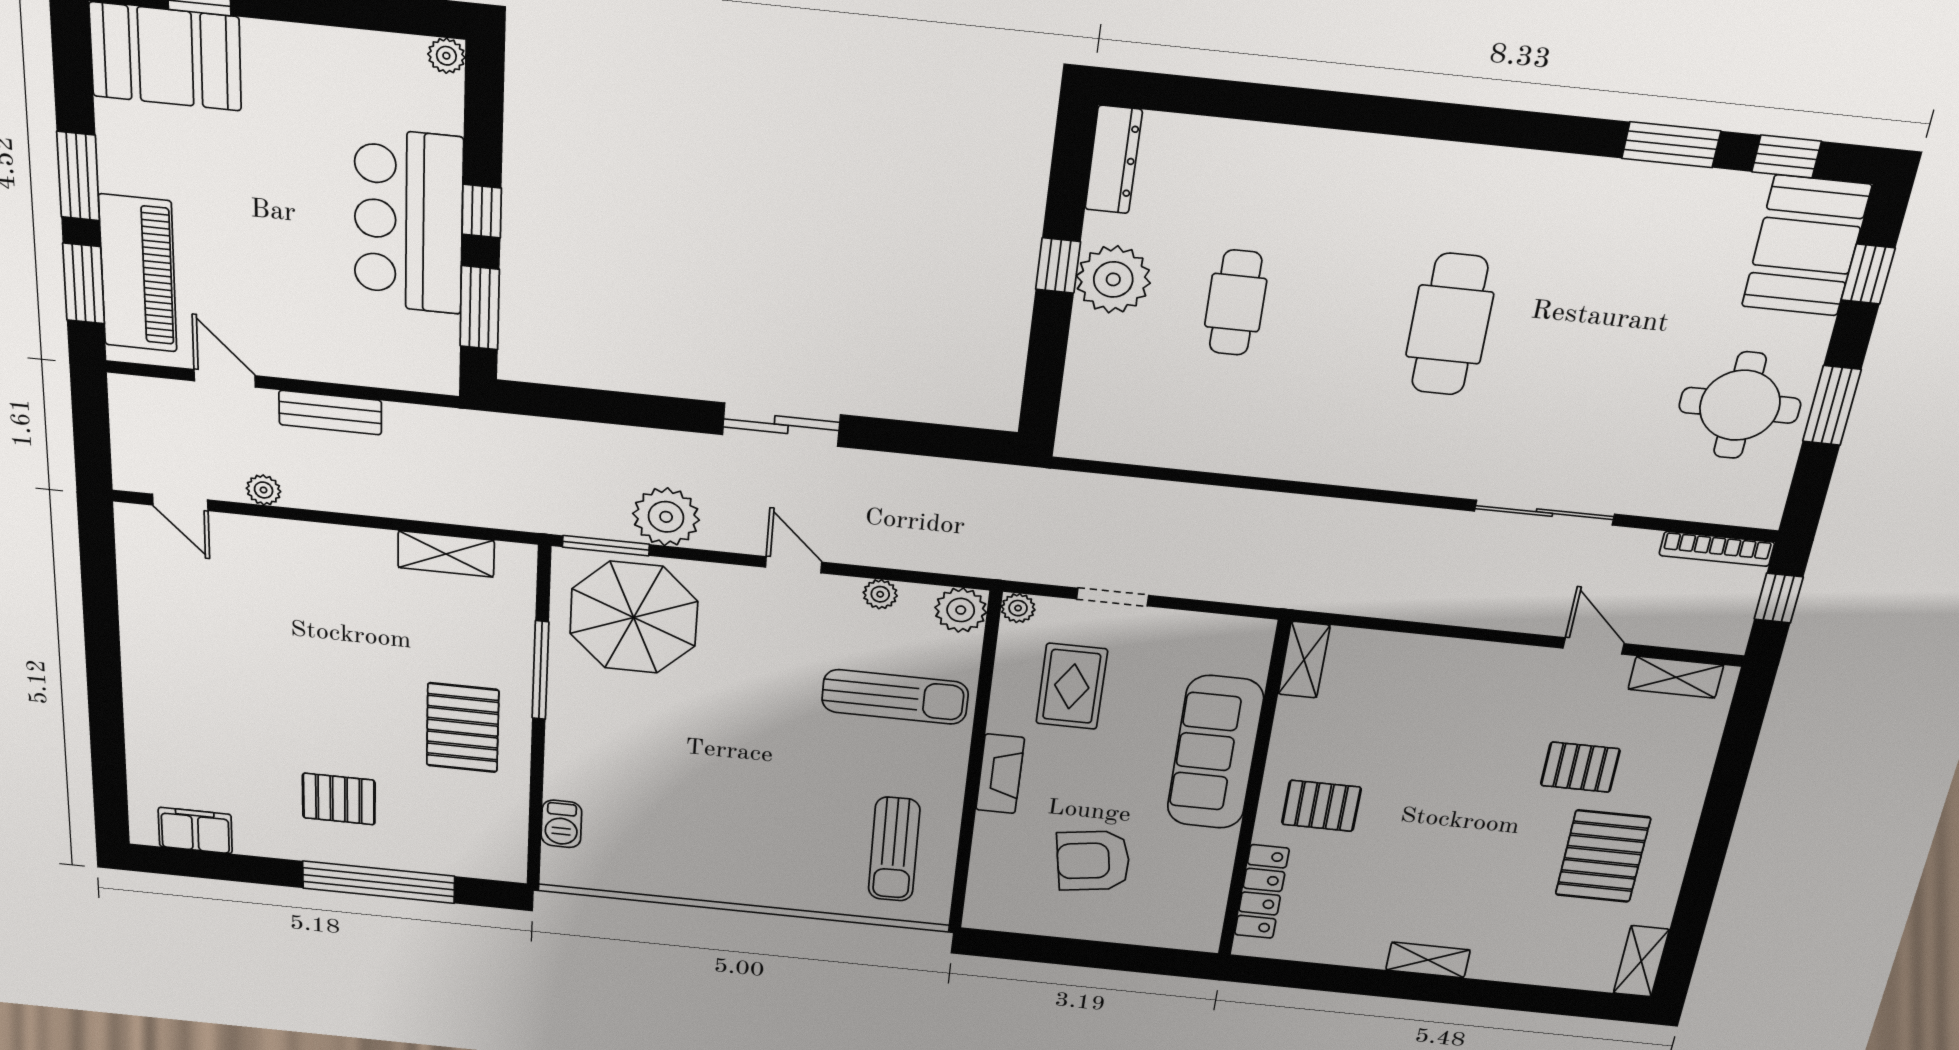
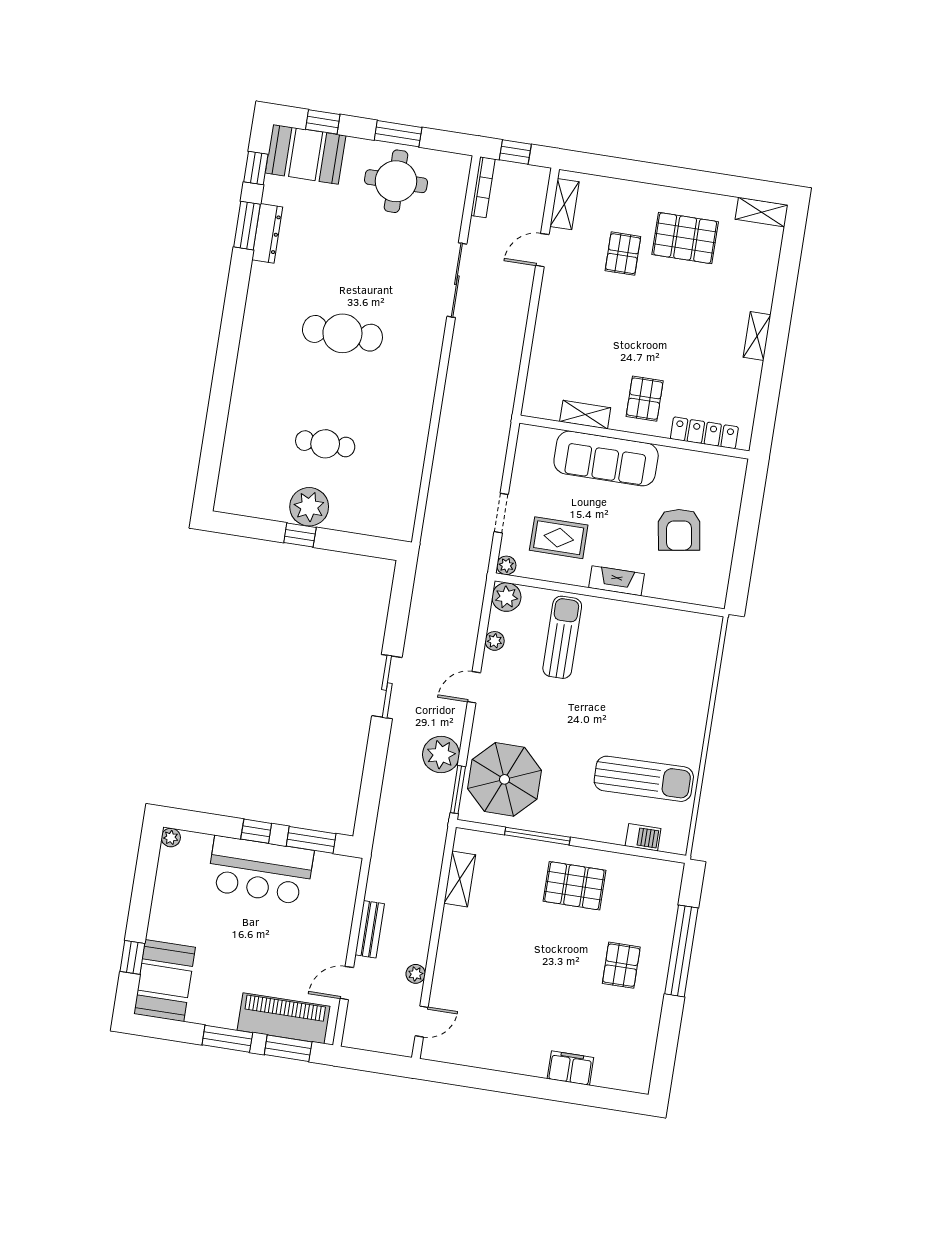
dresser: (1114, 160) -> (267, 233), moved, turned 90
shelving: (1304, 660) -> (585, 415), moved
filing cabinet: (195, 830) -> (570, 1068), moved, turned 90
sun lounger: (894, 849) -> (644, 779), moved, width x1.36, depth x1.34

